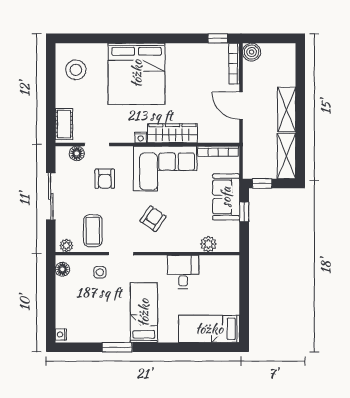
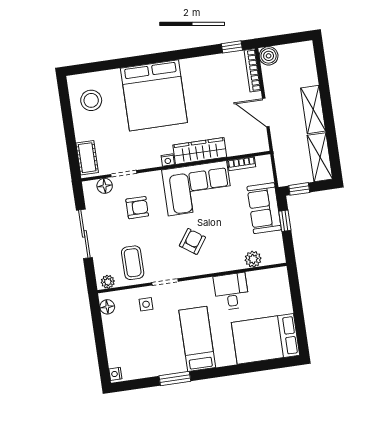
bookcase: (218, 151) -> (242, 164), width x0.64
armchair: (105, 179) -> (137, 208), turned -90
bed: (209, 329) -> (265, 339), width x1.50

